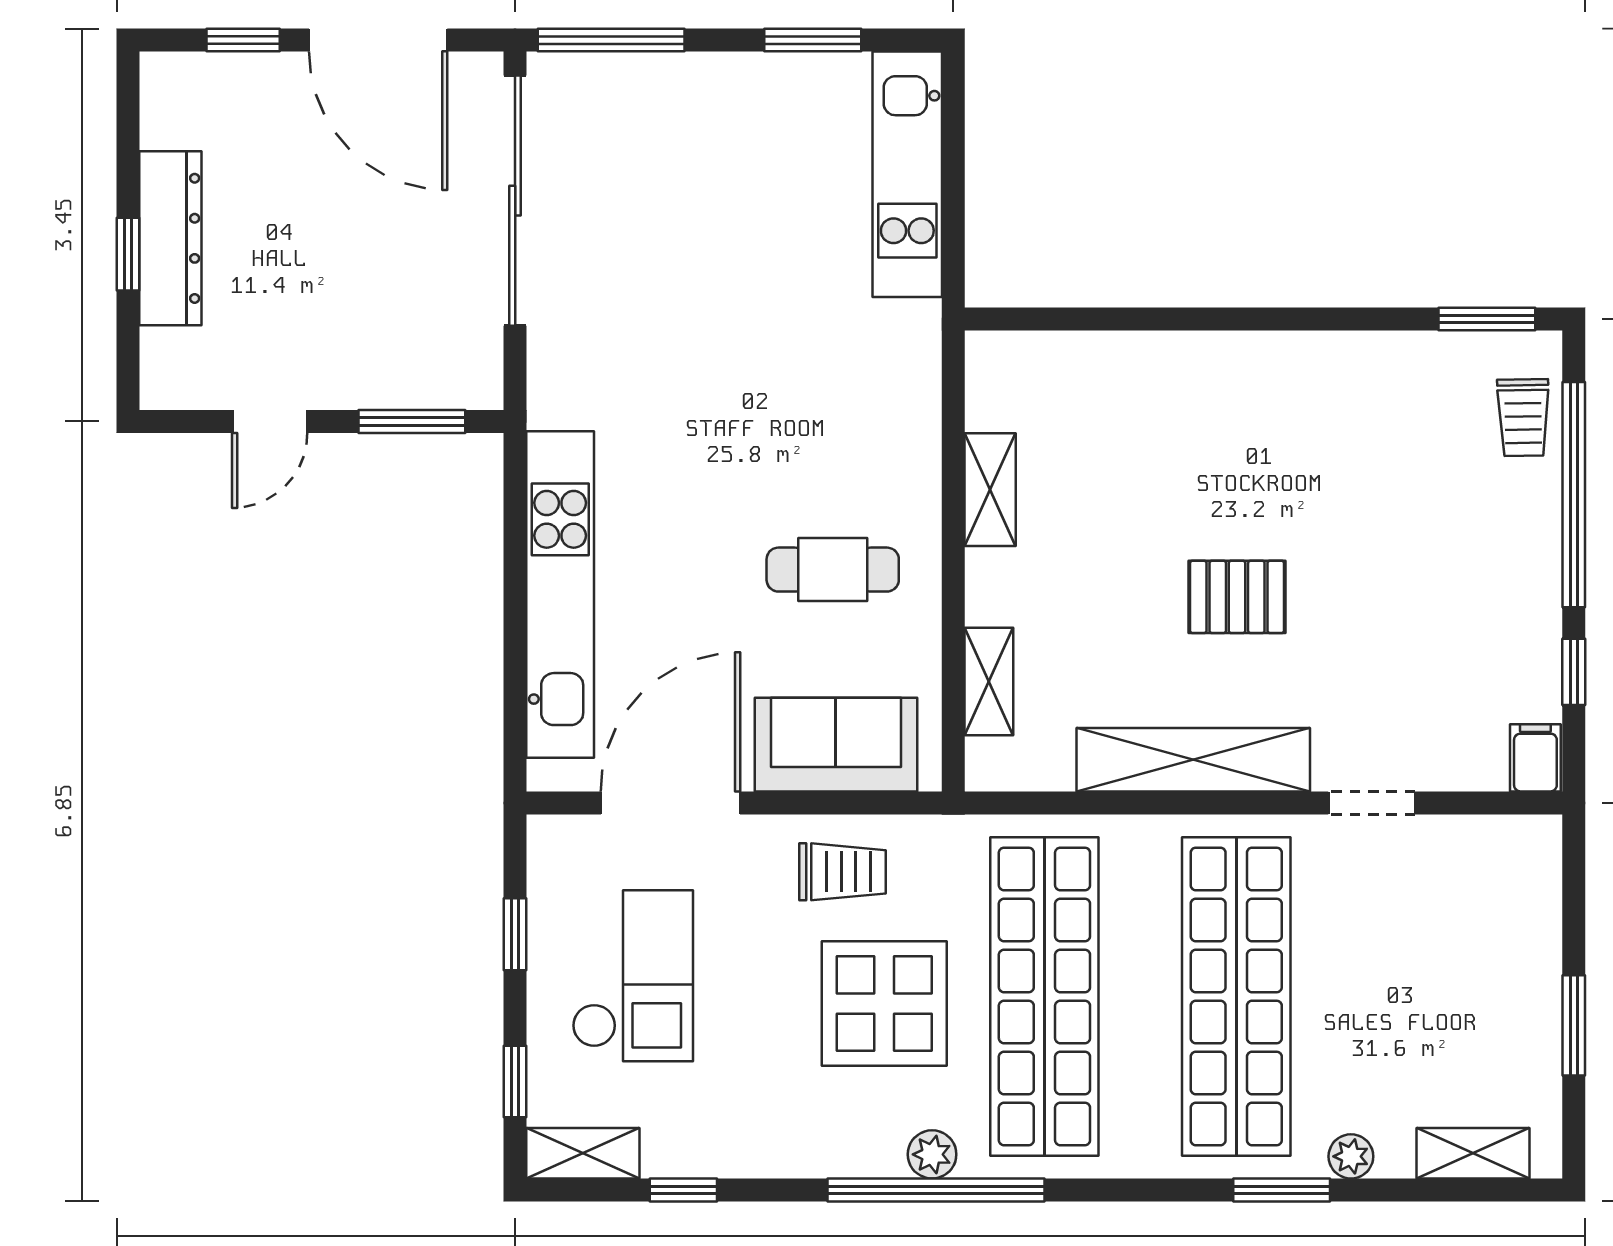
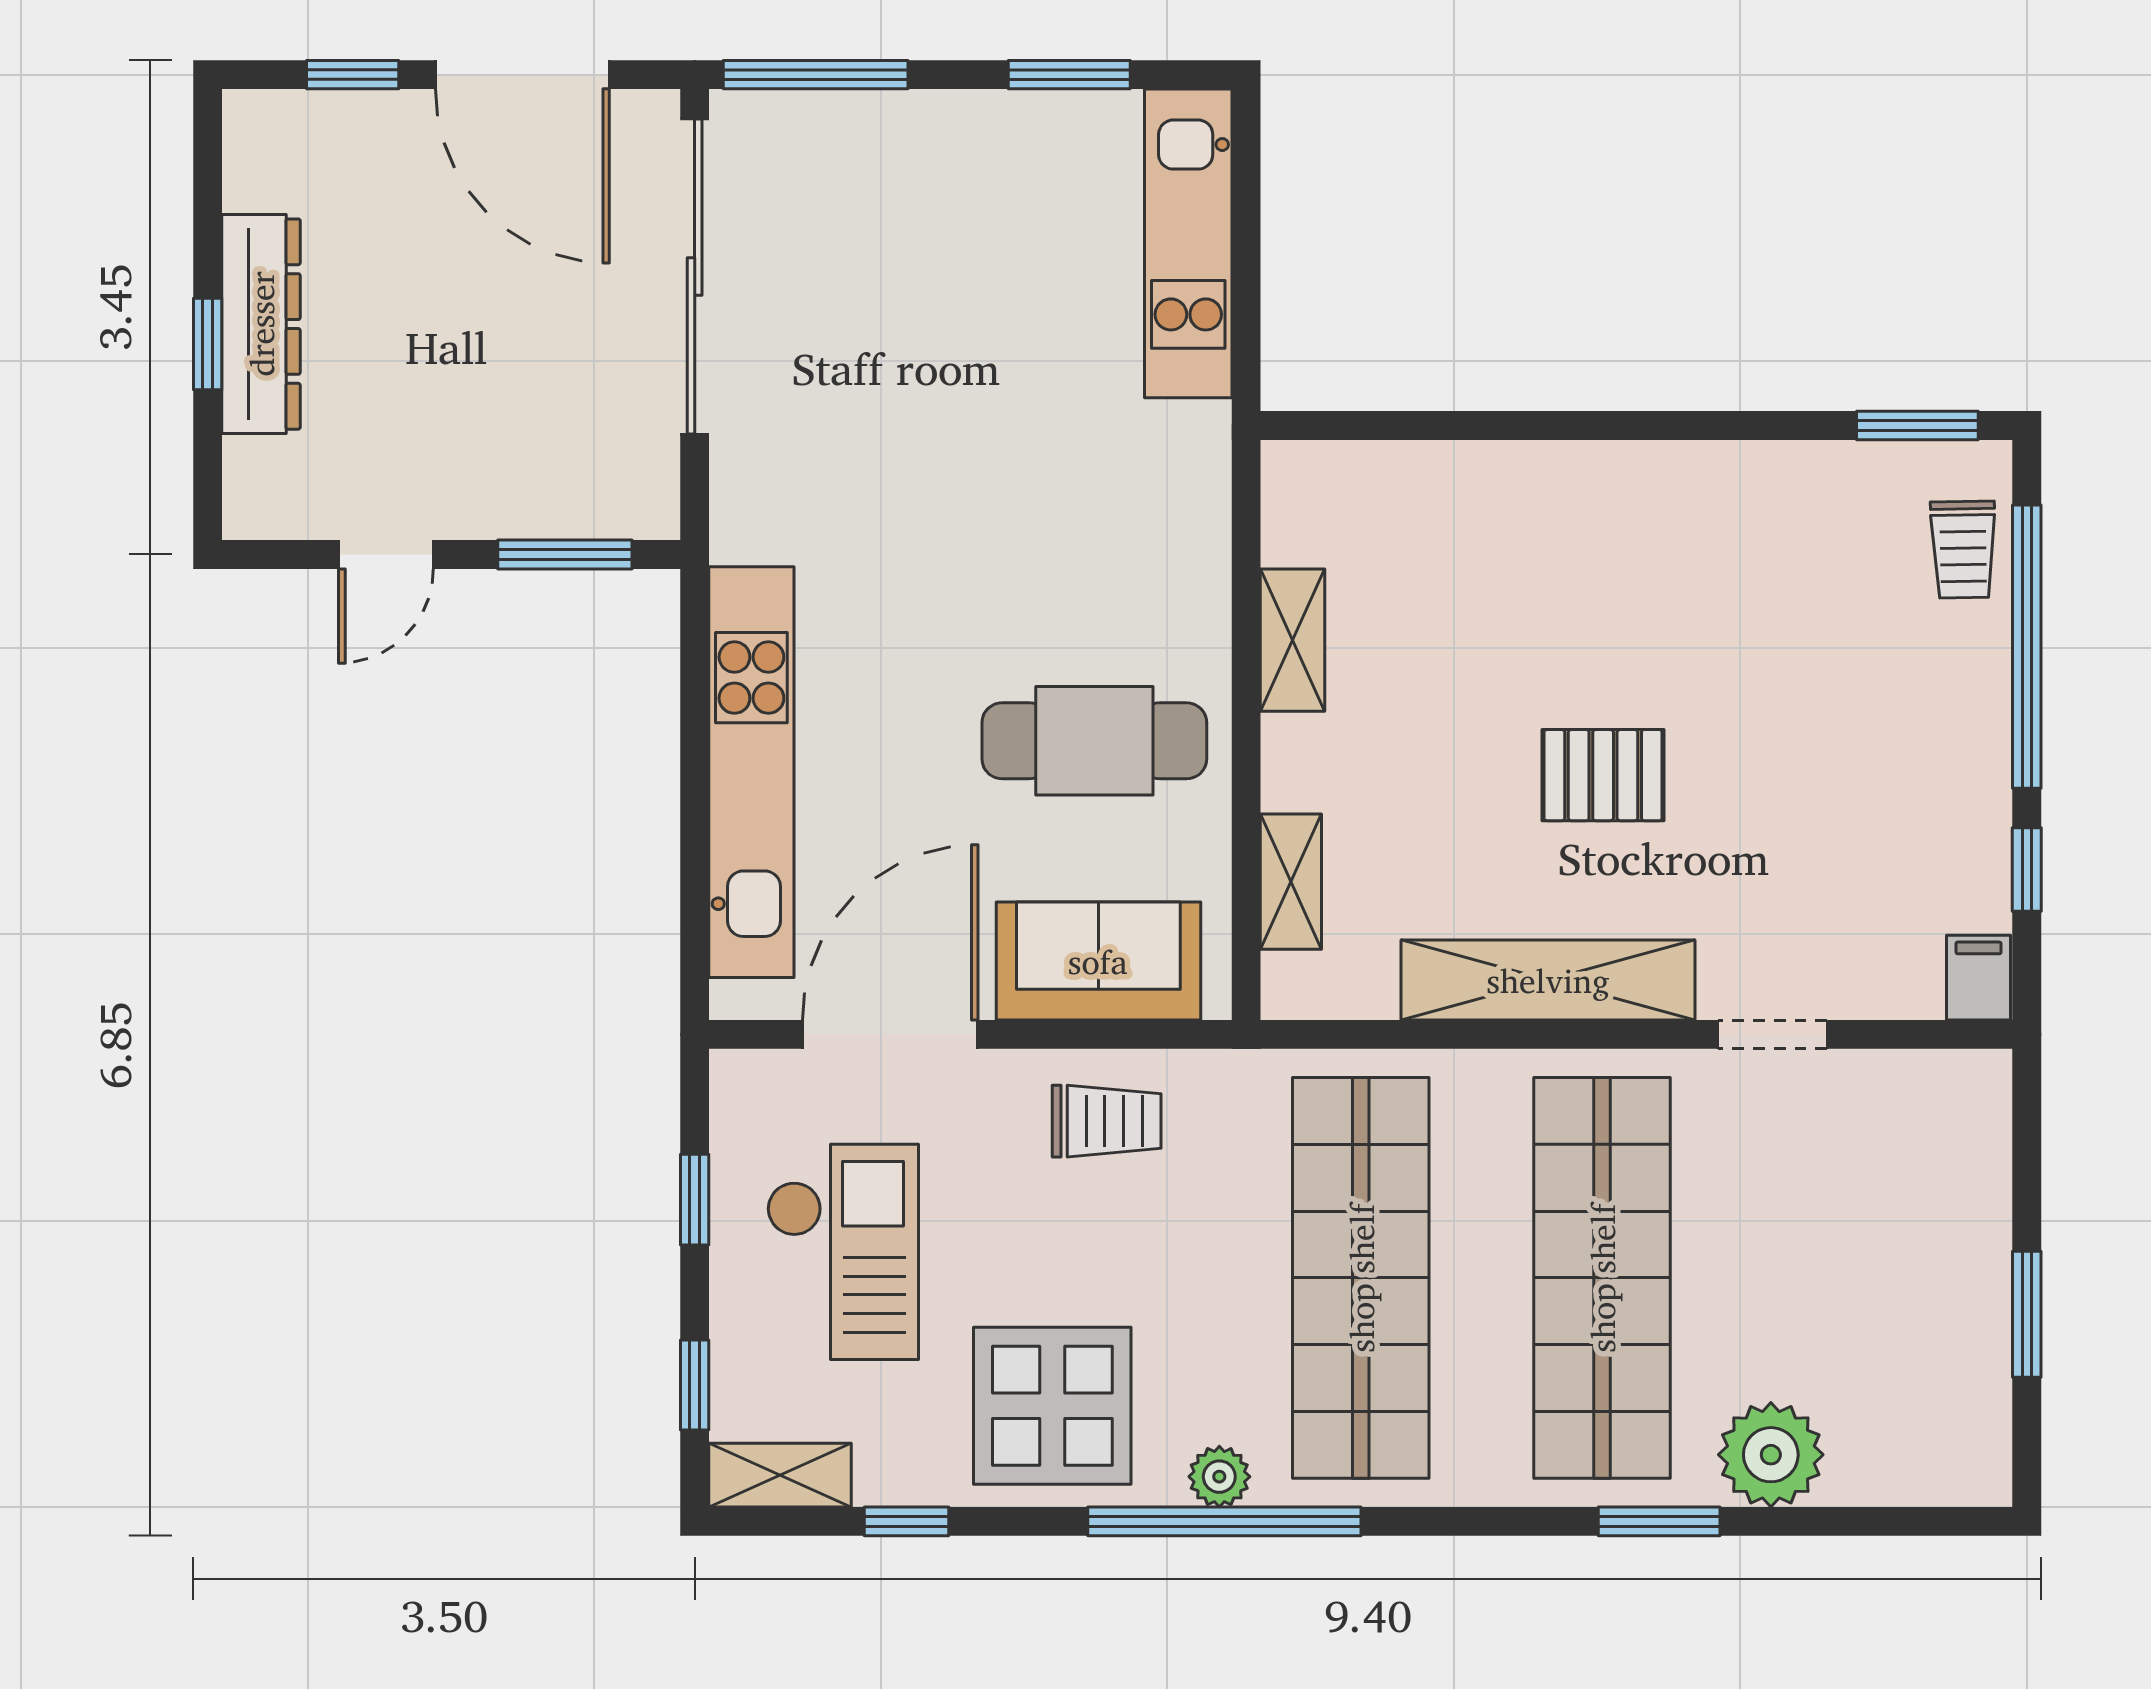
cafe table: (833, 570) -> (1094, 741), width x1.37, depth x1.35
display table: (884, 1004) -> (1052, 1406), moved
shelving: (1473, 1153) -> (1900, 1475), removed
plant: (1351, 1156) -> (1771, 1455), width x1.88, depth x1.88

